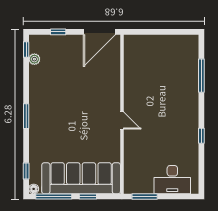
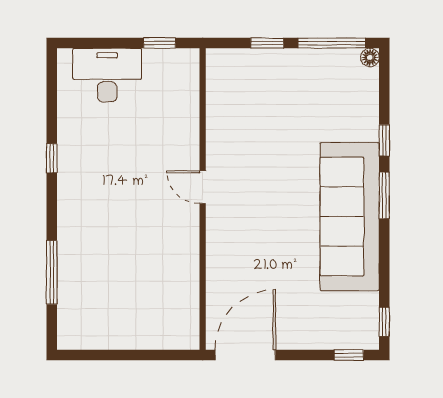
window: (58, 32) -> (349, 355), moved
plant: (34, 59) -> (369, 304), removed
window: (26, 171) -> (384, 140), moved
sofa: (81, 178) -> (350, 217), moved, turned 90
window: (145, 197) -> (160, 43), width x0.67

